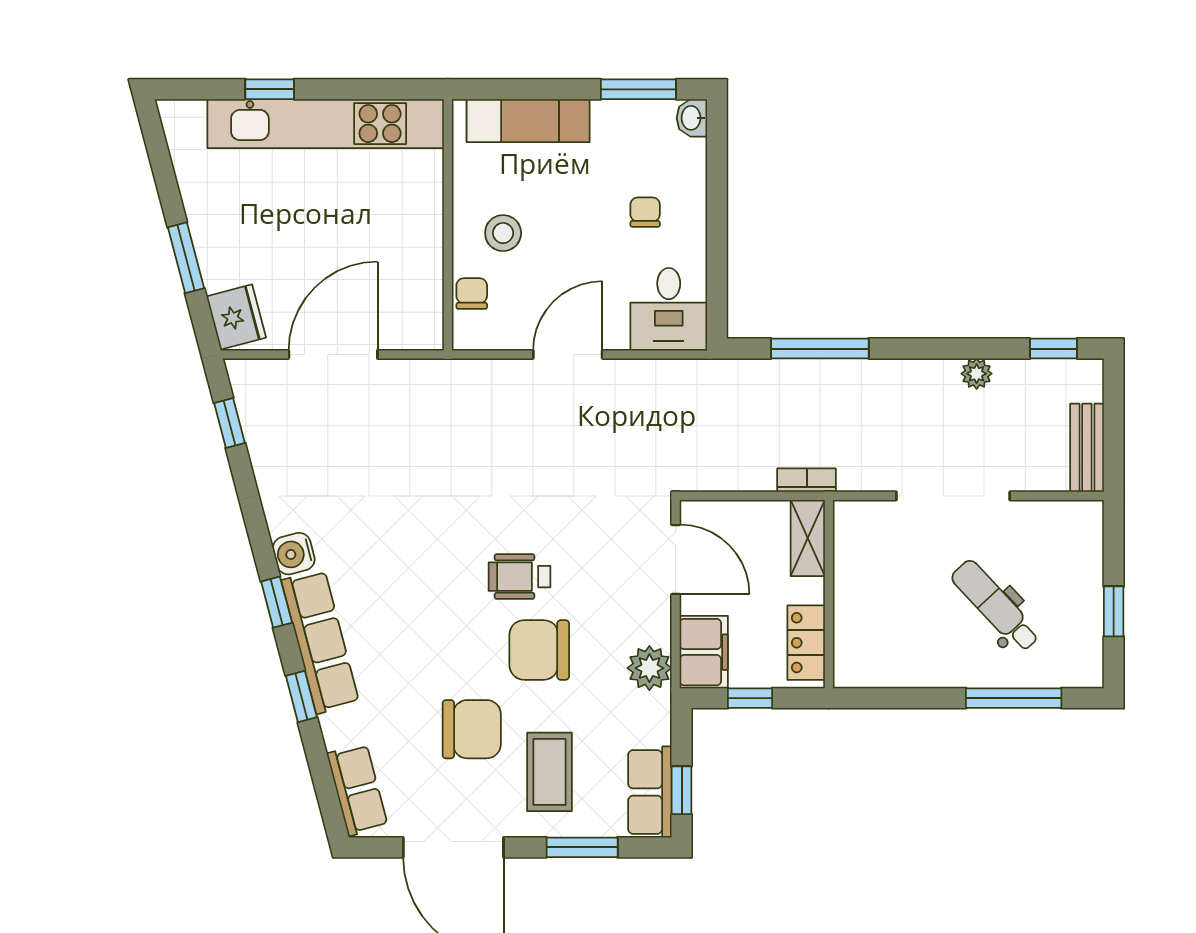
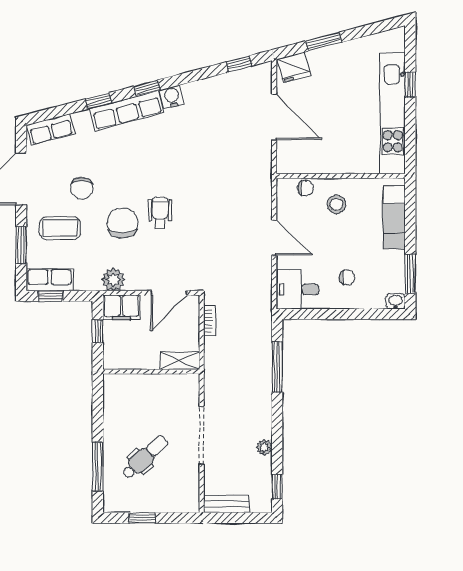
bookcase: (807, 480) -> (210, 321), moved
locker: (806, 643) -> (126, 360), removed
chair: (472, 729) -> (82, 188), width x0.73, depth x0.73

